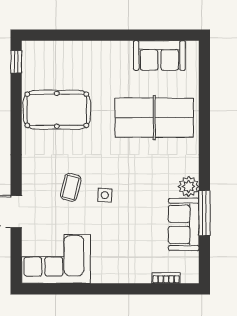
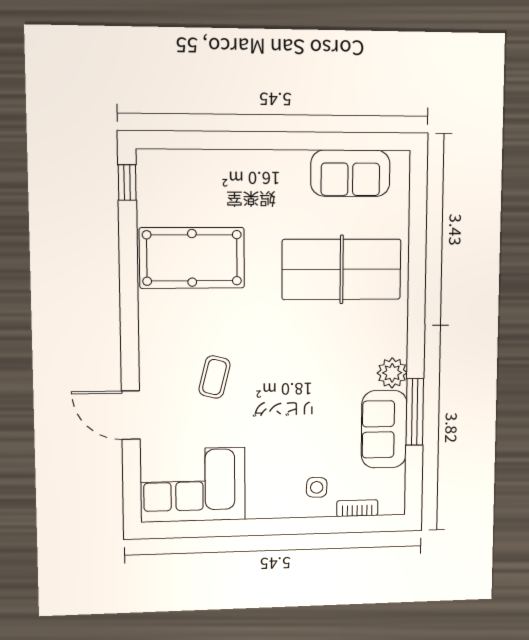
side table: (105, 195) -> (317, 487), moved

